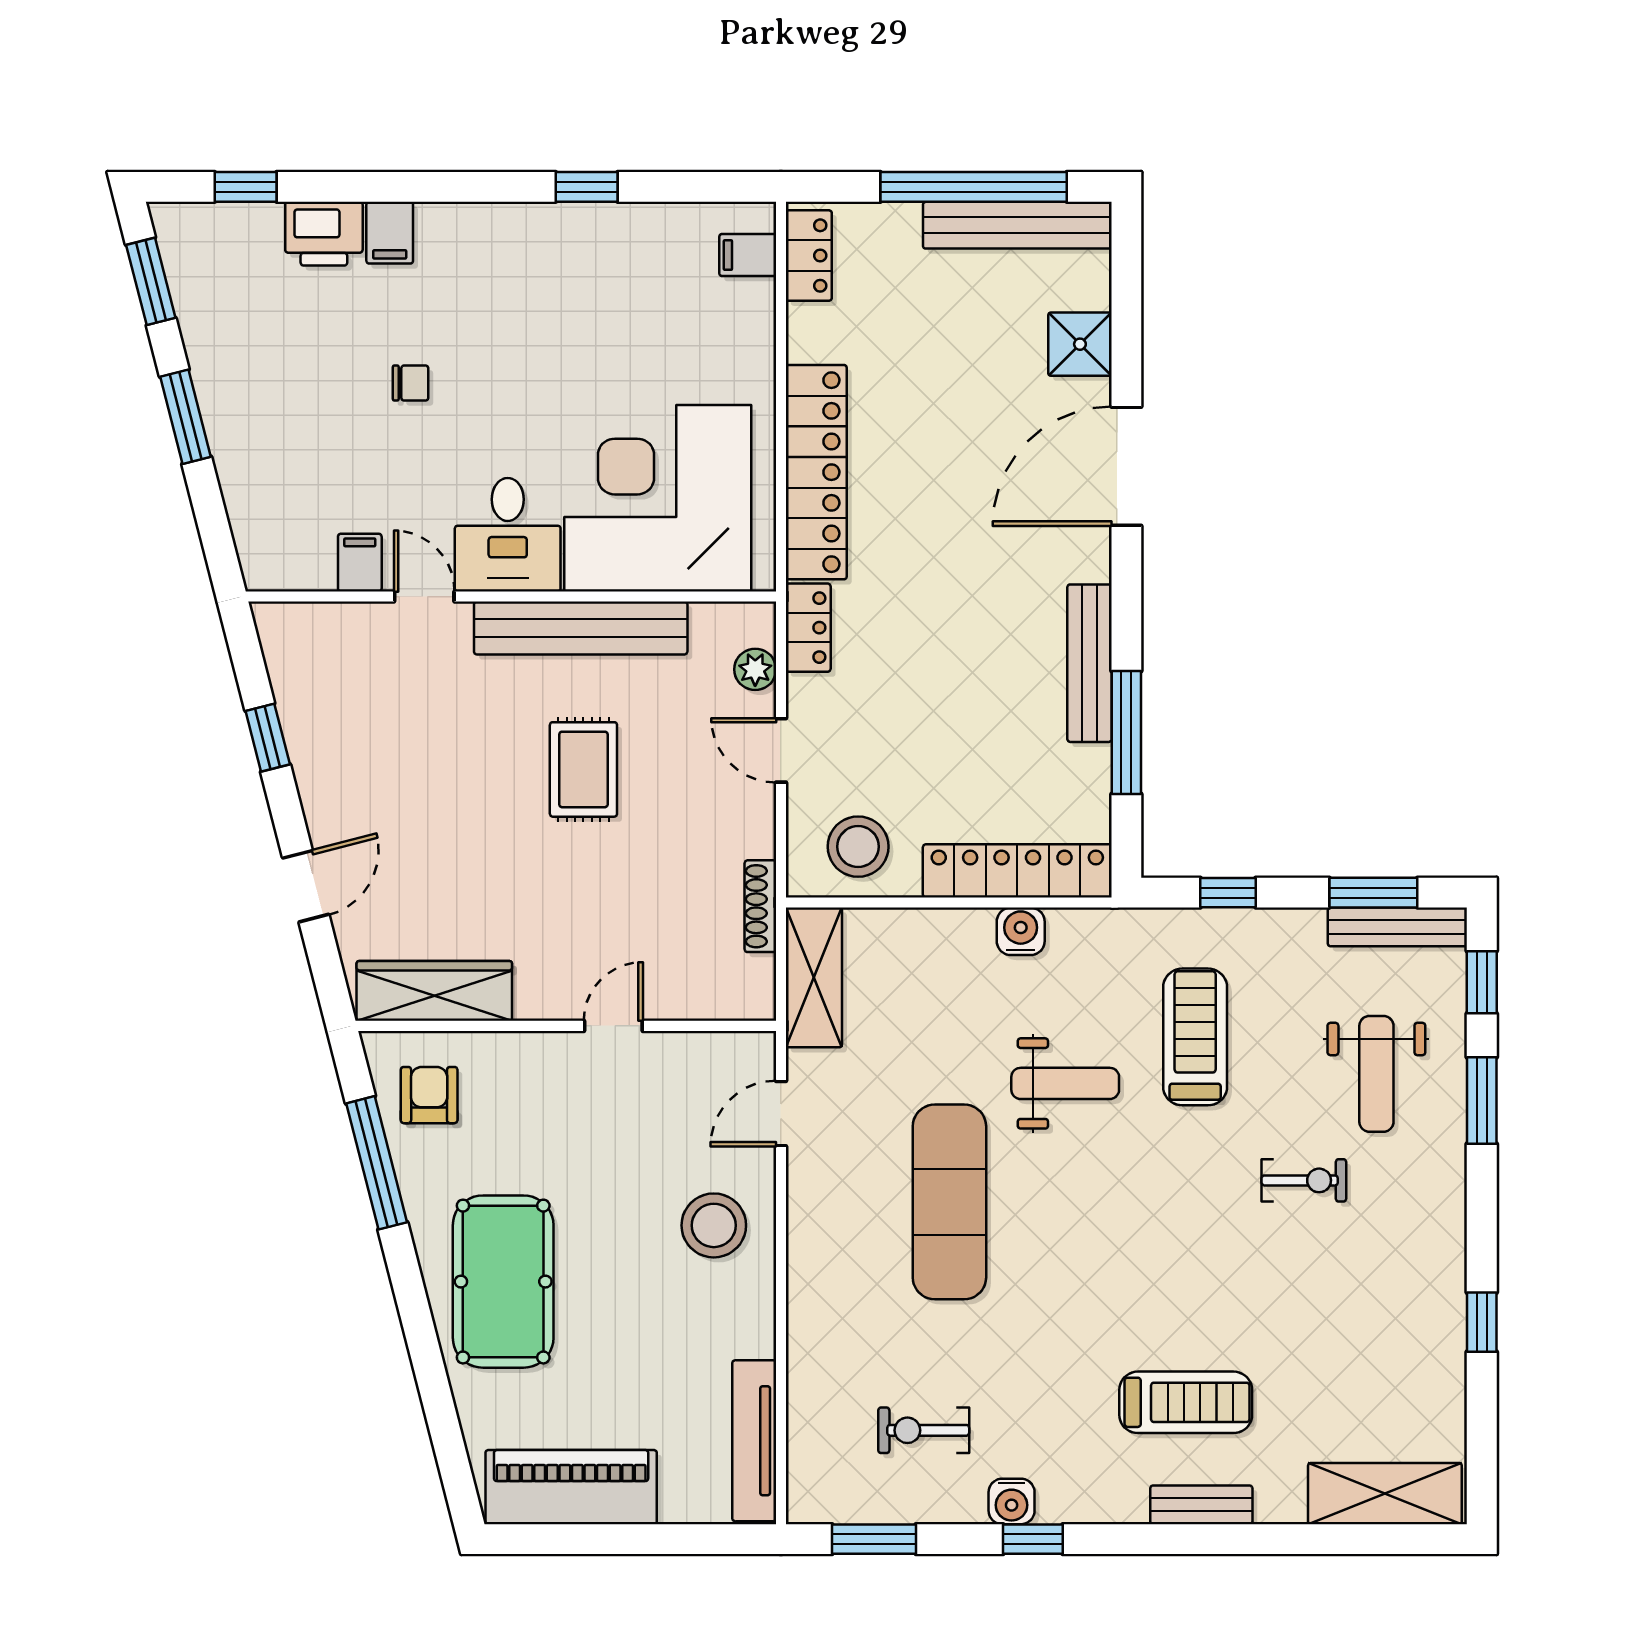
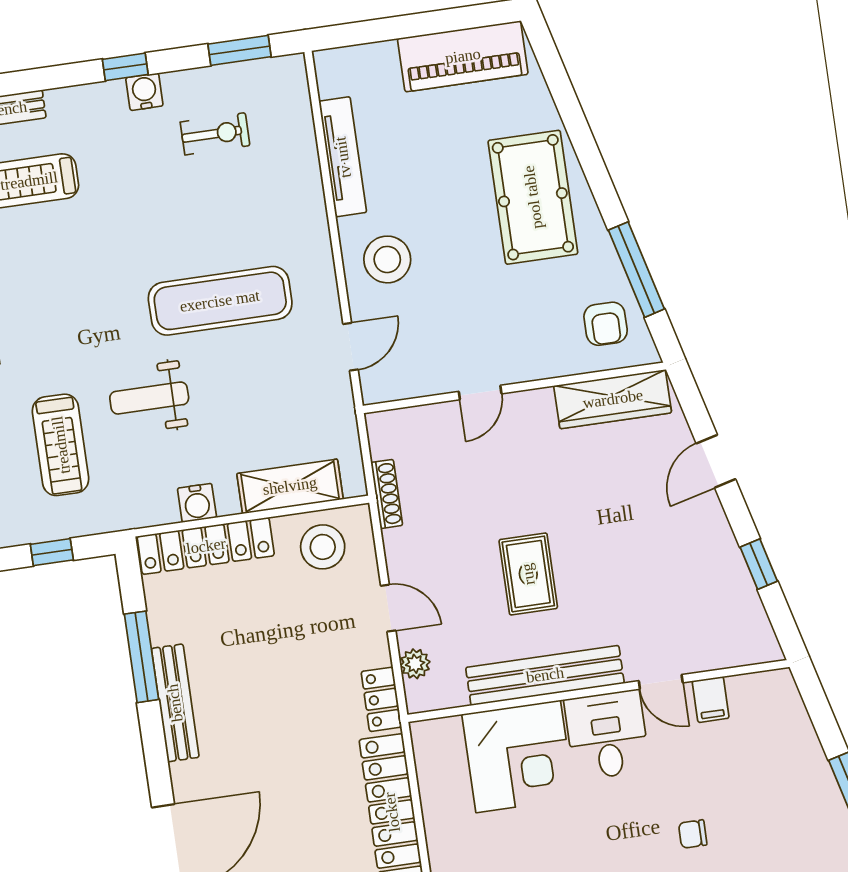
corner desk: (658, 498) -> (518, 756), width x0.74, depth x0.74
shelving: (814, 977) -> (290, 486), moved, turned 90
exercise mat: (949, 1202) -> (220, 301), turned 90
tv unit: (754, 1441) -> (343, 157), moved

